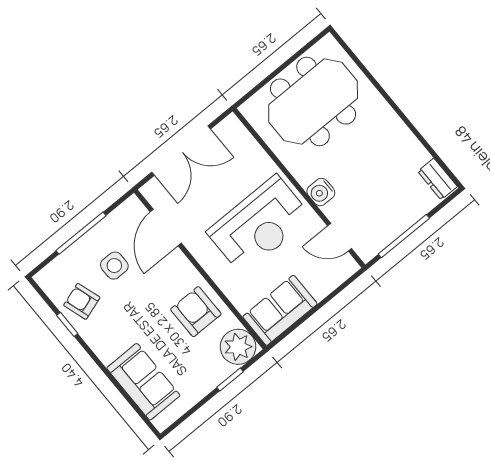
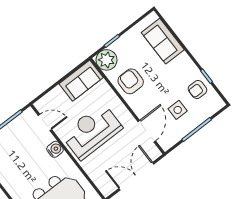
armchair: (82, 301) -> (197, 90), turned 108
armchair: (196, 312) -> (131, 81), turned 180

